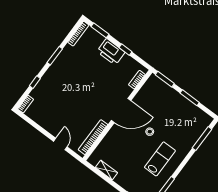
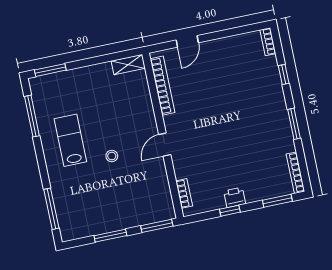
printer: (111, 52) -> (235, 197), width x0.53, depth x0.68
door: (121, 110) -> (165, 145), width x0.53
door: (60, 144) -> (187, 41), hinge flipped
lab bench: (160, 159) -> (70, 140), turned 180
shelving: (107, 170) -> (128, 65), moved

